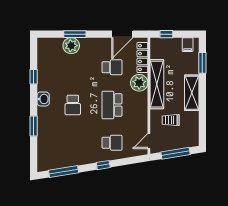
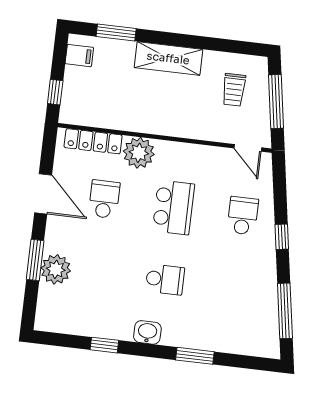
door: (122, 34) -> (43, 194), moved
shelving: (157, 84) -> (145, 121), removed
school desk: (112, 105) -> (174, 207), turned -90
trolley: (171, 120) -> (234, 90), moved

